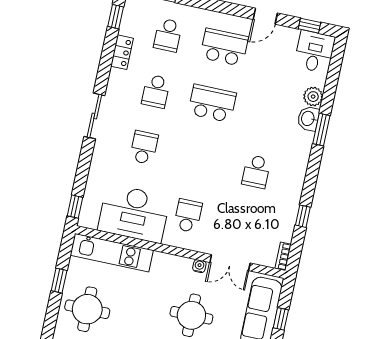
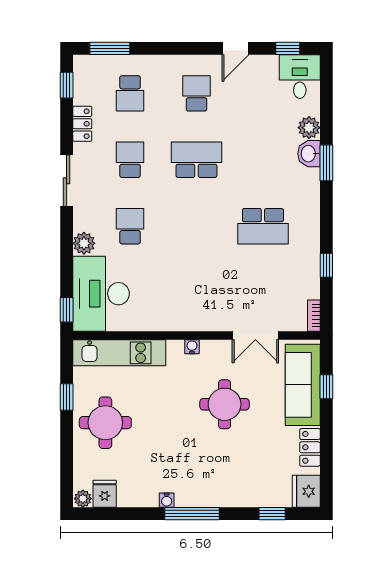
school desk: (224, 47) -> (196, 93), width x0.54
school desk: (156, 91) -> (130, 160), turned 180
sliding door: (94, 116) -> (67, 181), moved
plant: (102, 154) -> (84, 243), added
school desk: (256, 172) -> (263, 226), width x1.85
desk: (134, 213) -> (101, 294), moved, turned 90
school desk: (188, 216) -> (196, 293), removed
water cooler: (199, 266) -> (192, 347), moved

